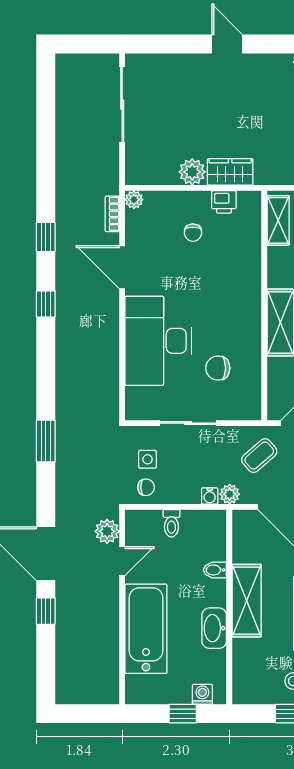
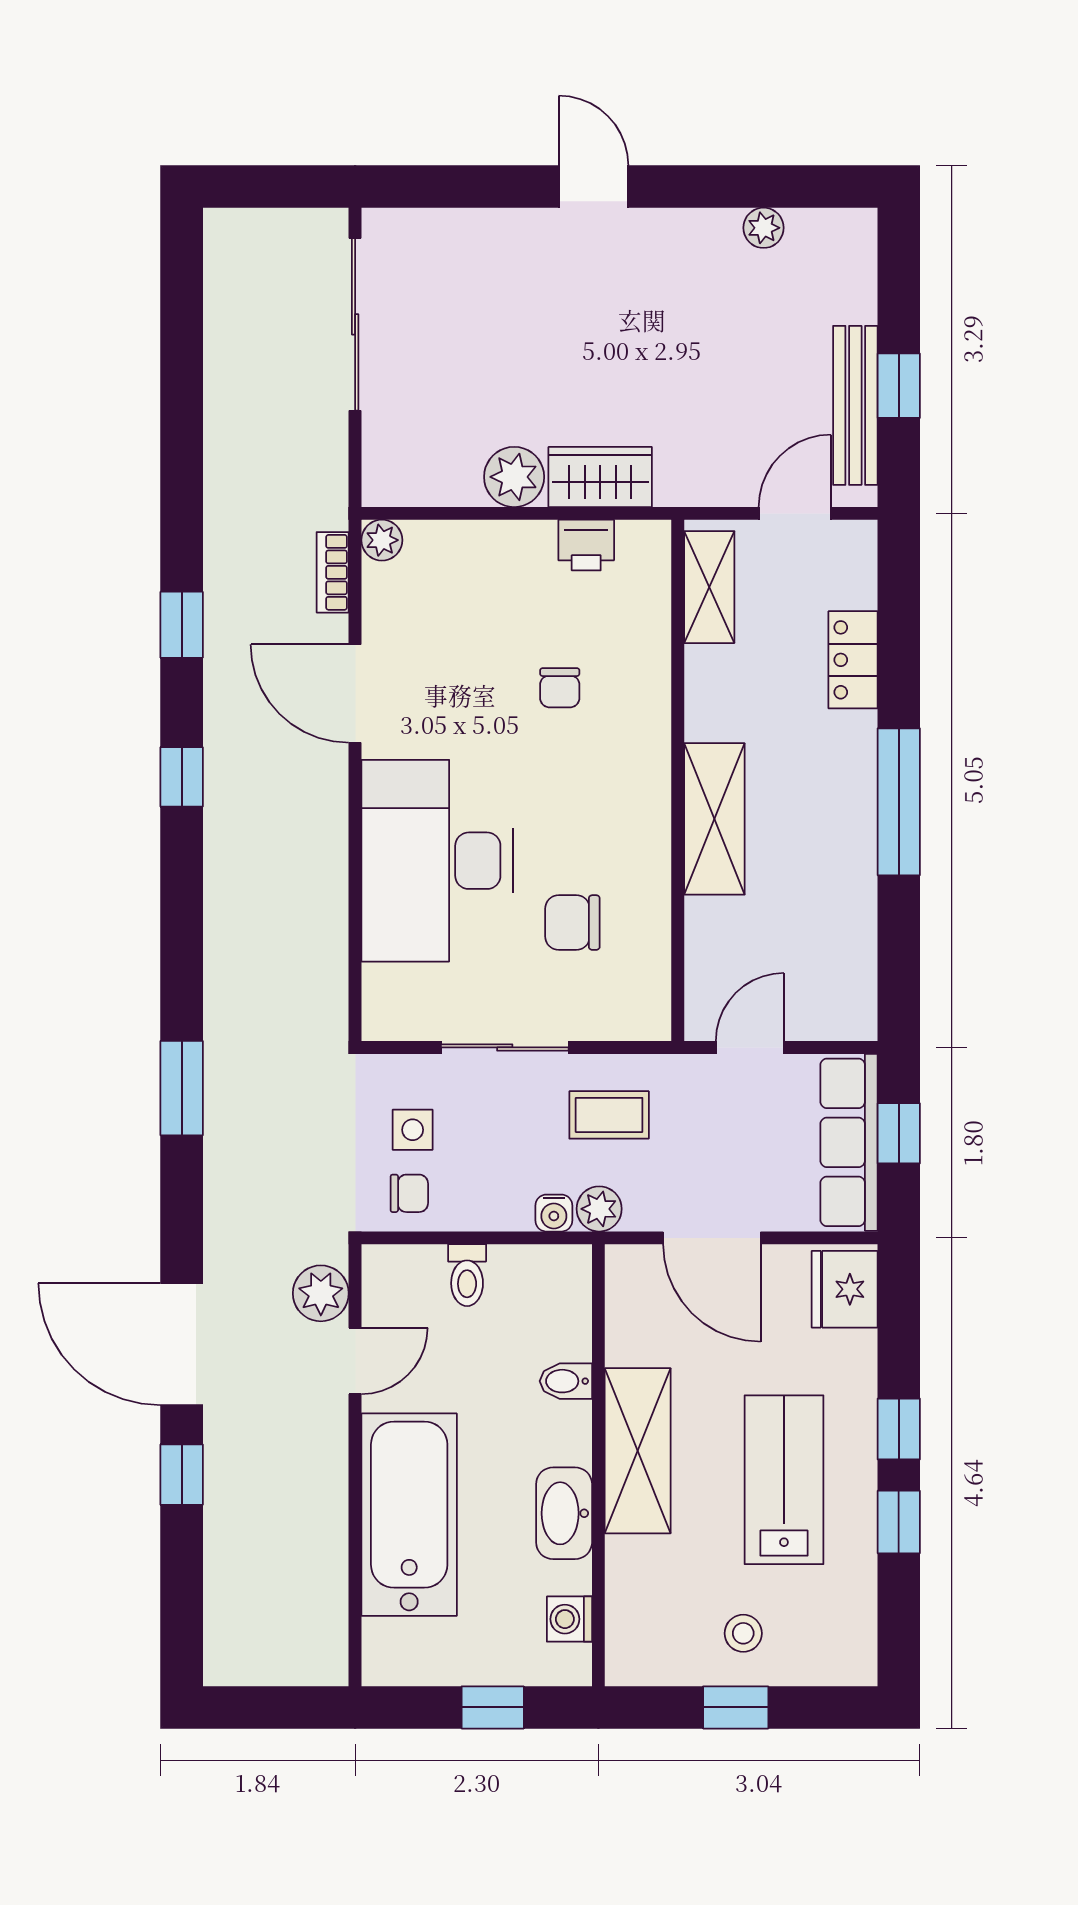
chair: (193, 233) -> (560, 688), moved
coffee table: (259, 456) -> (609, 1115), moved, turned 41
washing machine: (202, 694) -> (569, 1619), moved, turned -90

